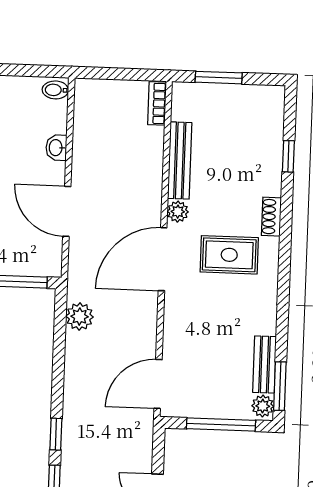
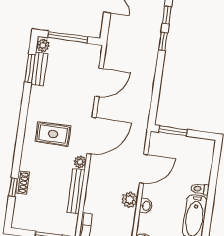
door: (67, 211) -> (144, 169), hinge flipped
shoe rack: (271, 217) -> (23, 183), moved
plant: (80, 317) -> (130, 200), moved
door: (158, 384) -> (99, 82), moved
window: (280, 386) -> (30, 68), moved

